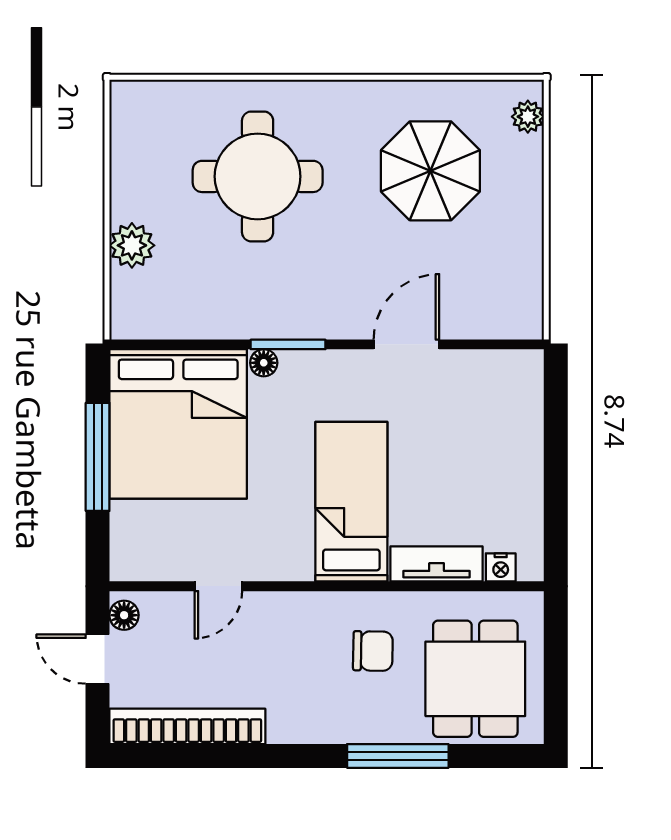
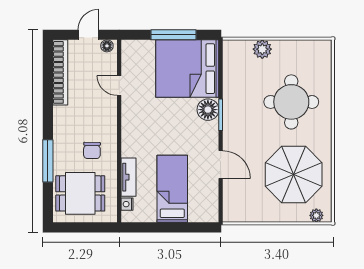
parasol: (430, 171) -> (294, 175), width x1.36, depth x1.36
floor lamp: (264, 363) -> (208, 110), width x1.89, depth x1.89
bed: (351, 502) -> (172, 189), moved, turned -90

